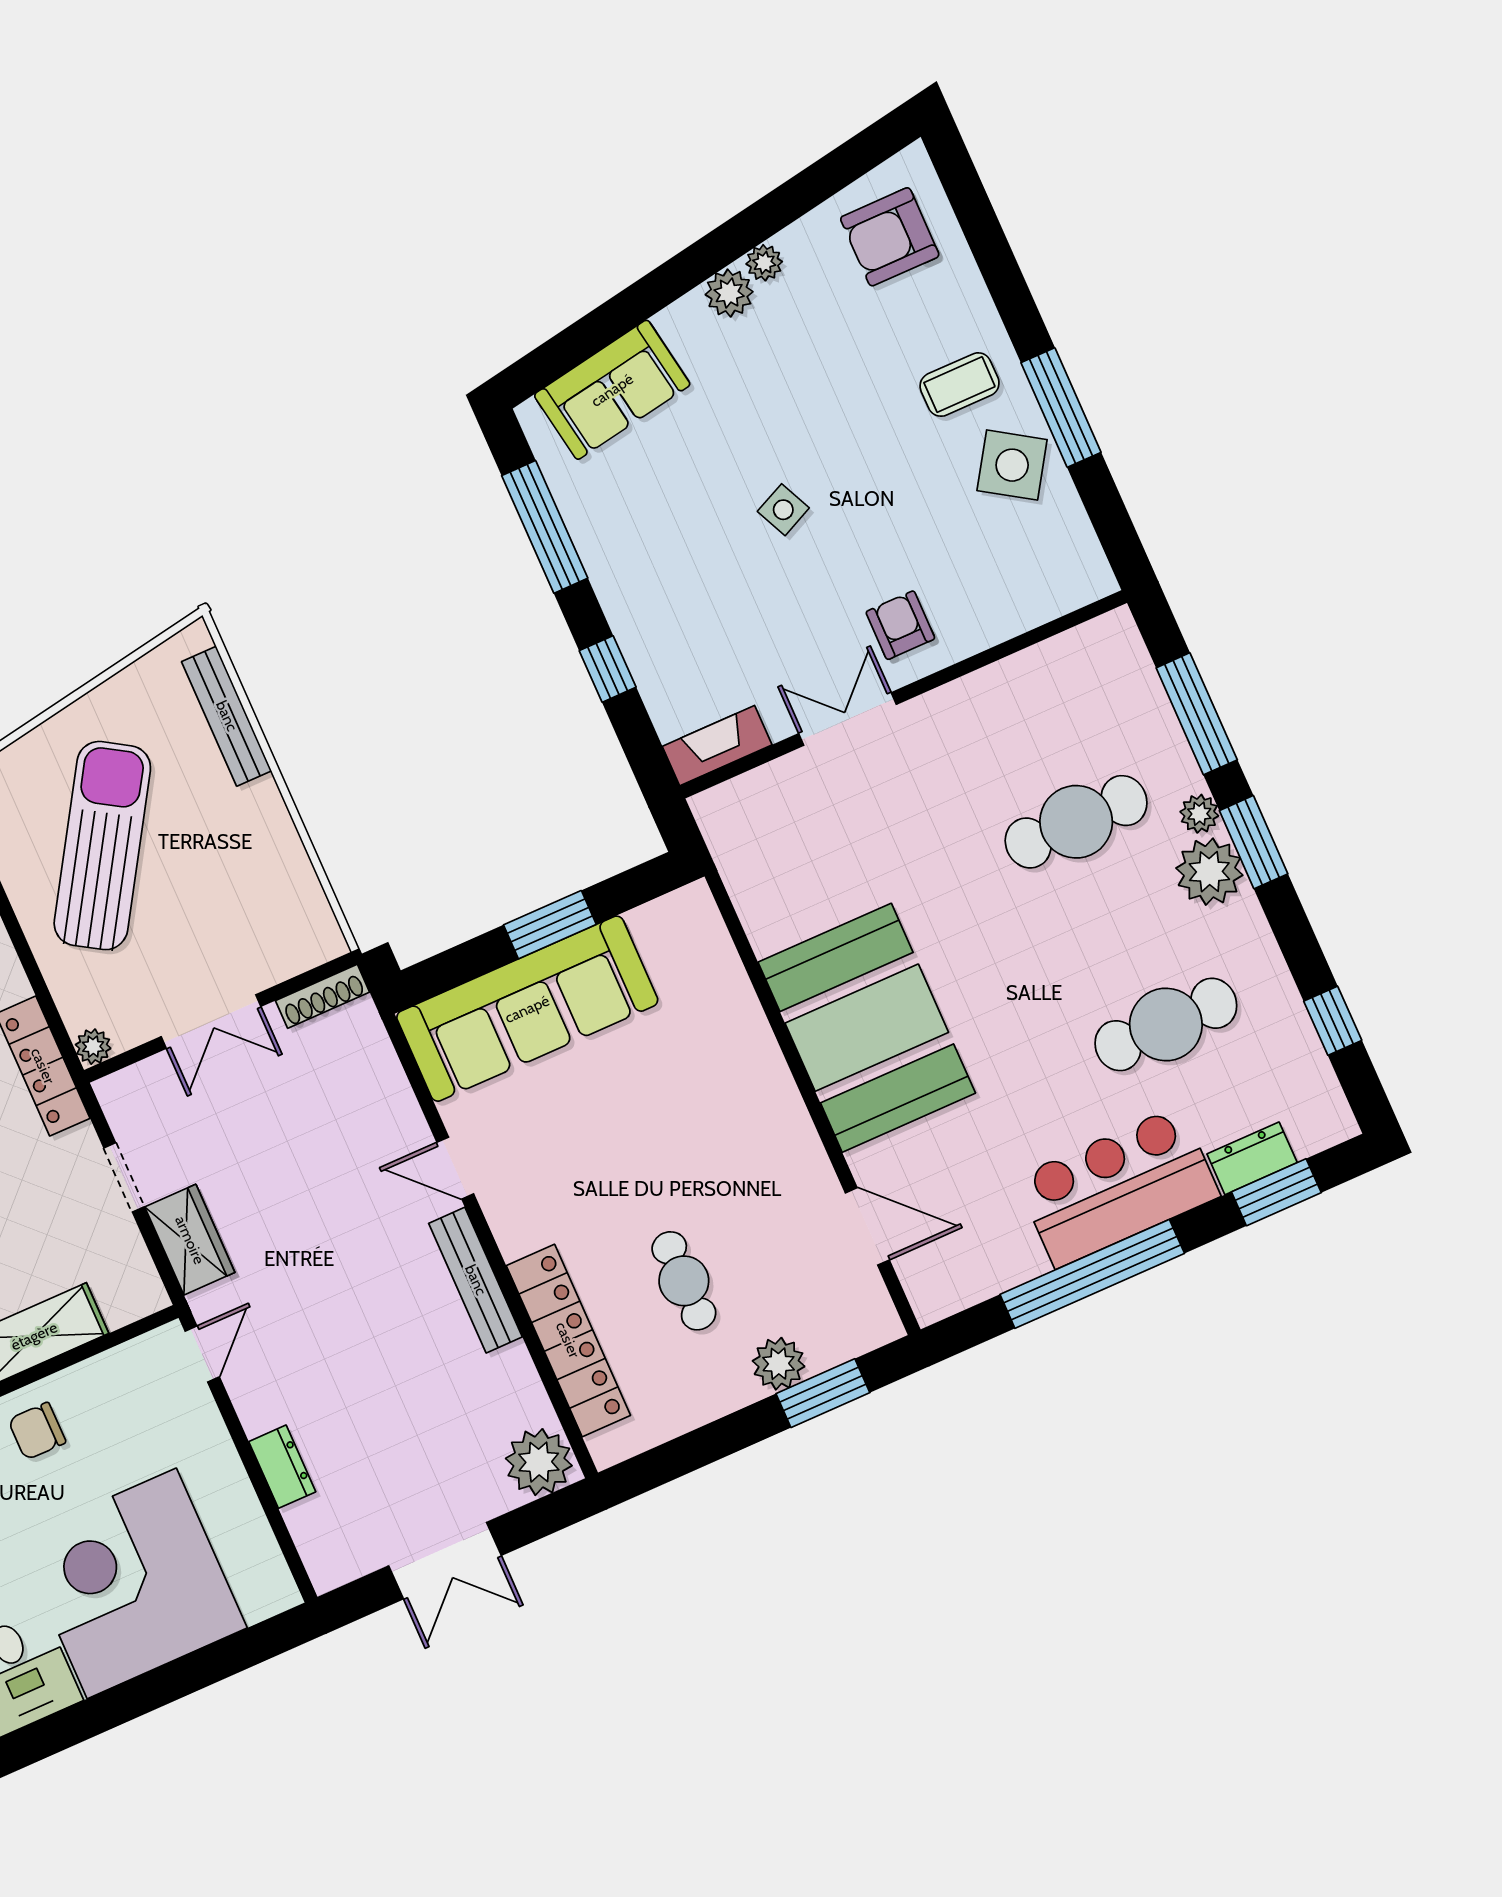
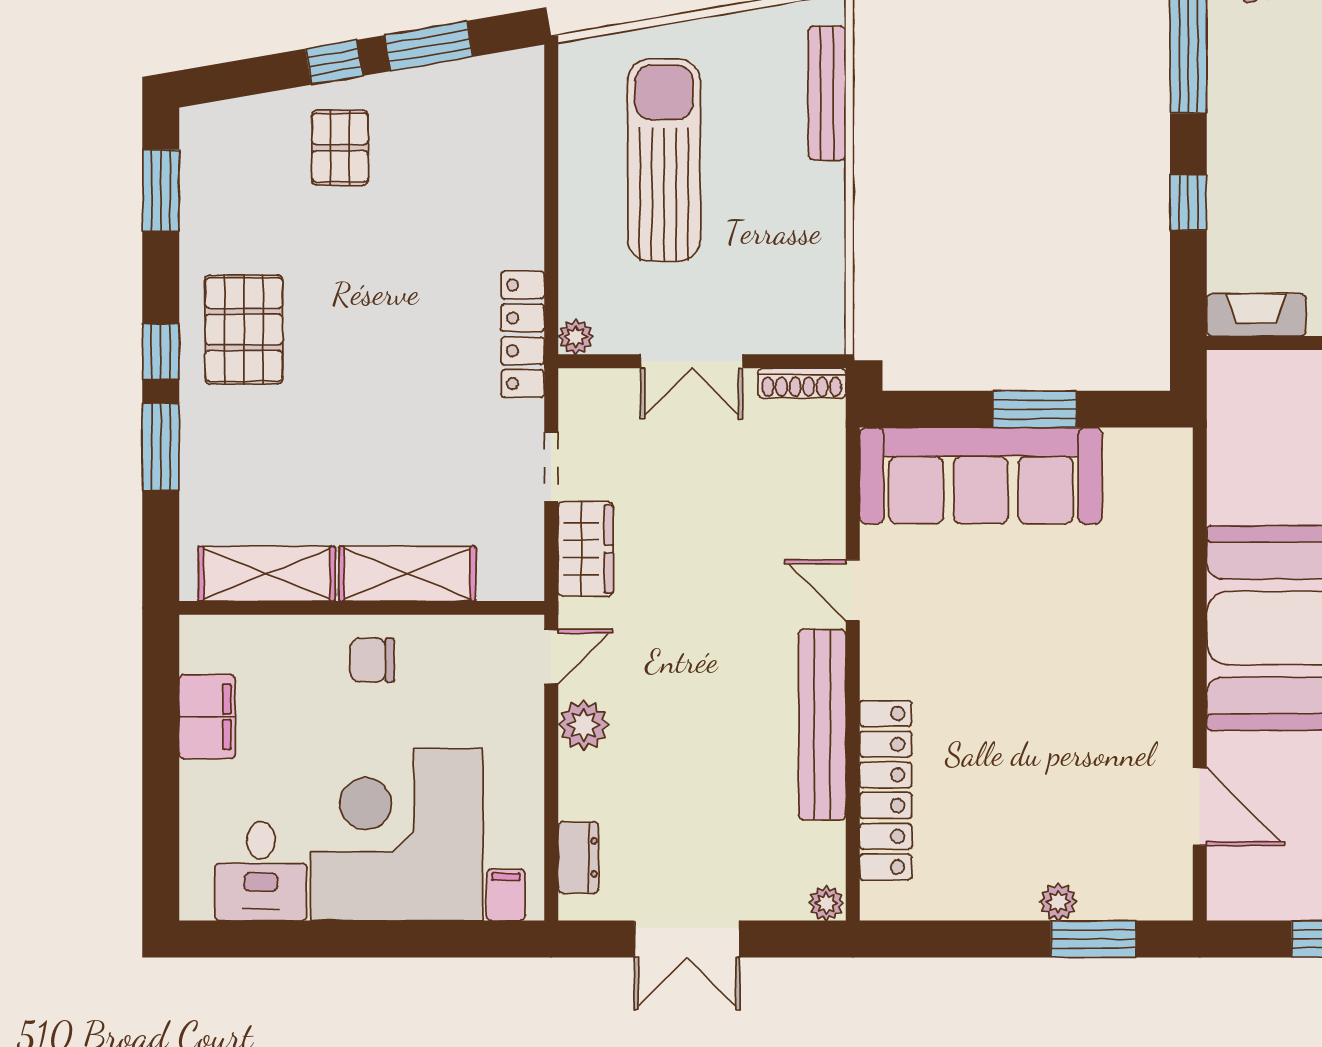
sun lounger: (102, 846) -> (664, 160), turned -32
bench: (476, 1280) -> (822, 725), width x1.37, depth x1.21
cafe table: (684, 1281) -> (1013, 783), removed
plant: (779, 1364) -> (1058, 902), width x0.73, depth x0.73
plant: (260, 1404) -> (583, 725), added
plant: (539, 1462) -> (826, 903), width x0.53, depth x0.53
dresser: (282, 1467) -> (578, 857), moved
filing cabinet: (258, 1594) -> (506, 895), added

